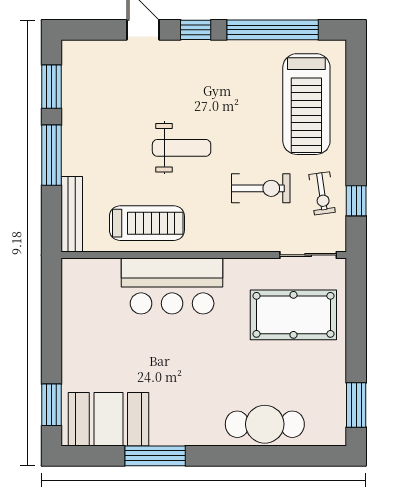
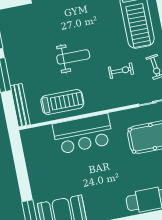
exercise bike: (261, 188) -> (121, 71), width x0.73, depth x0.72

